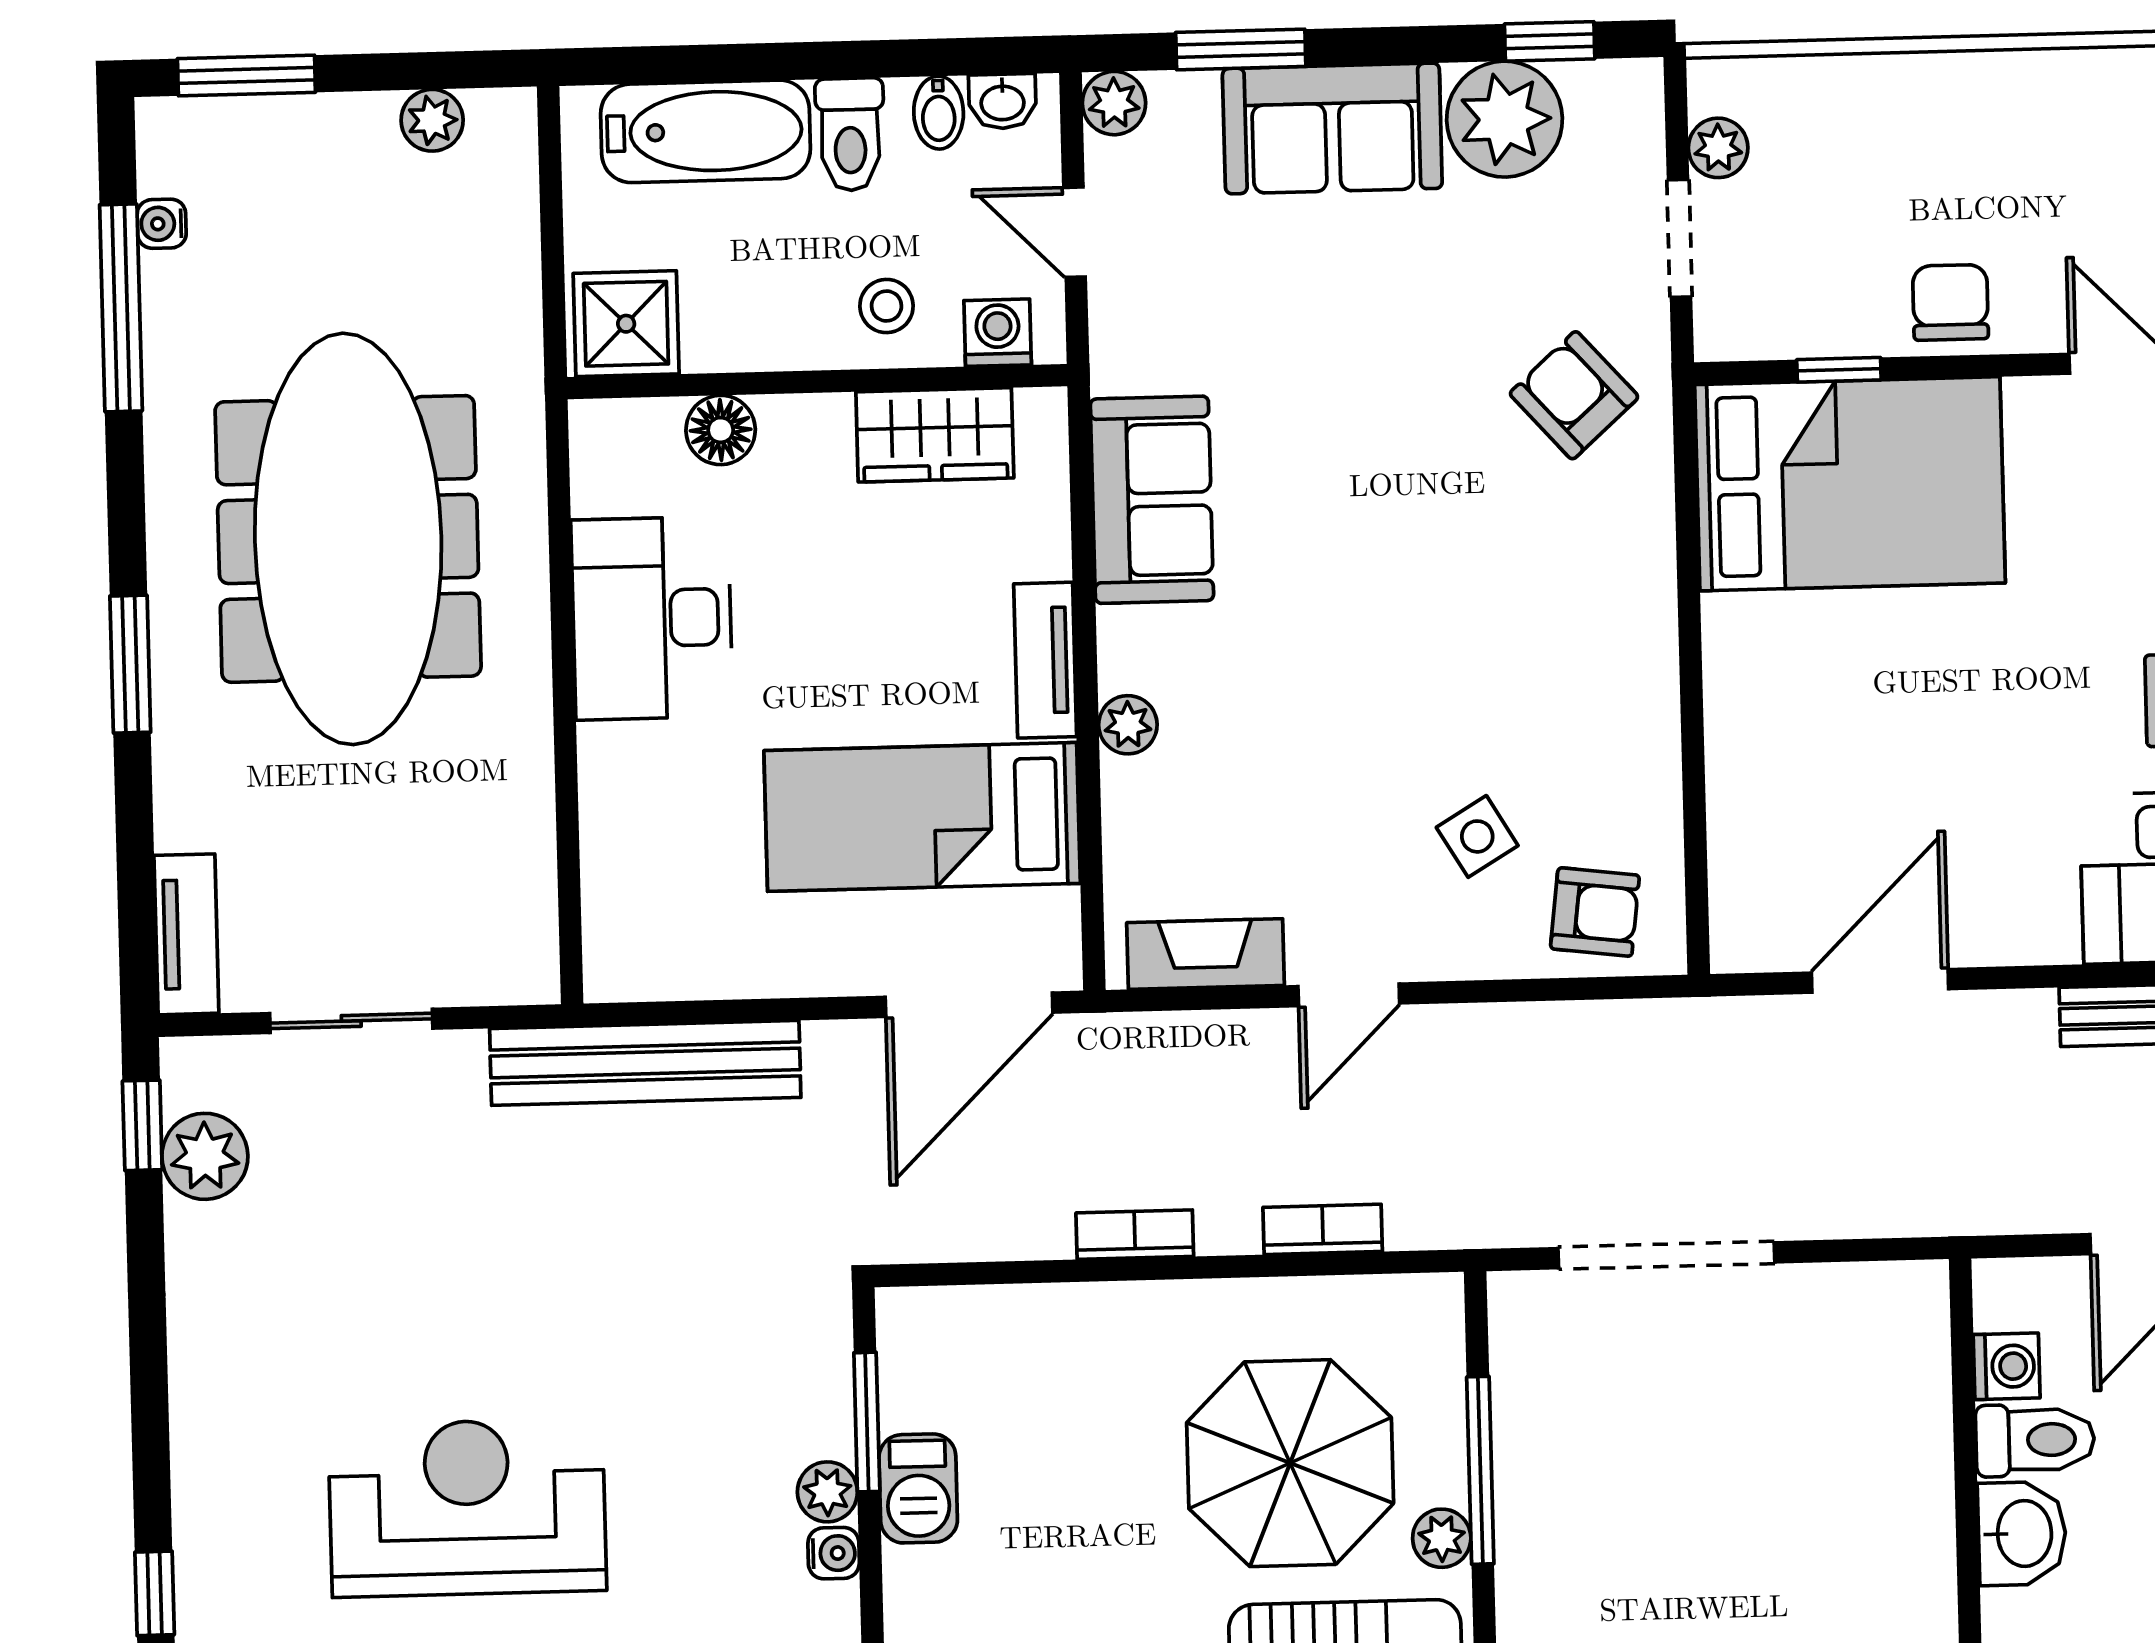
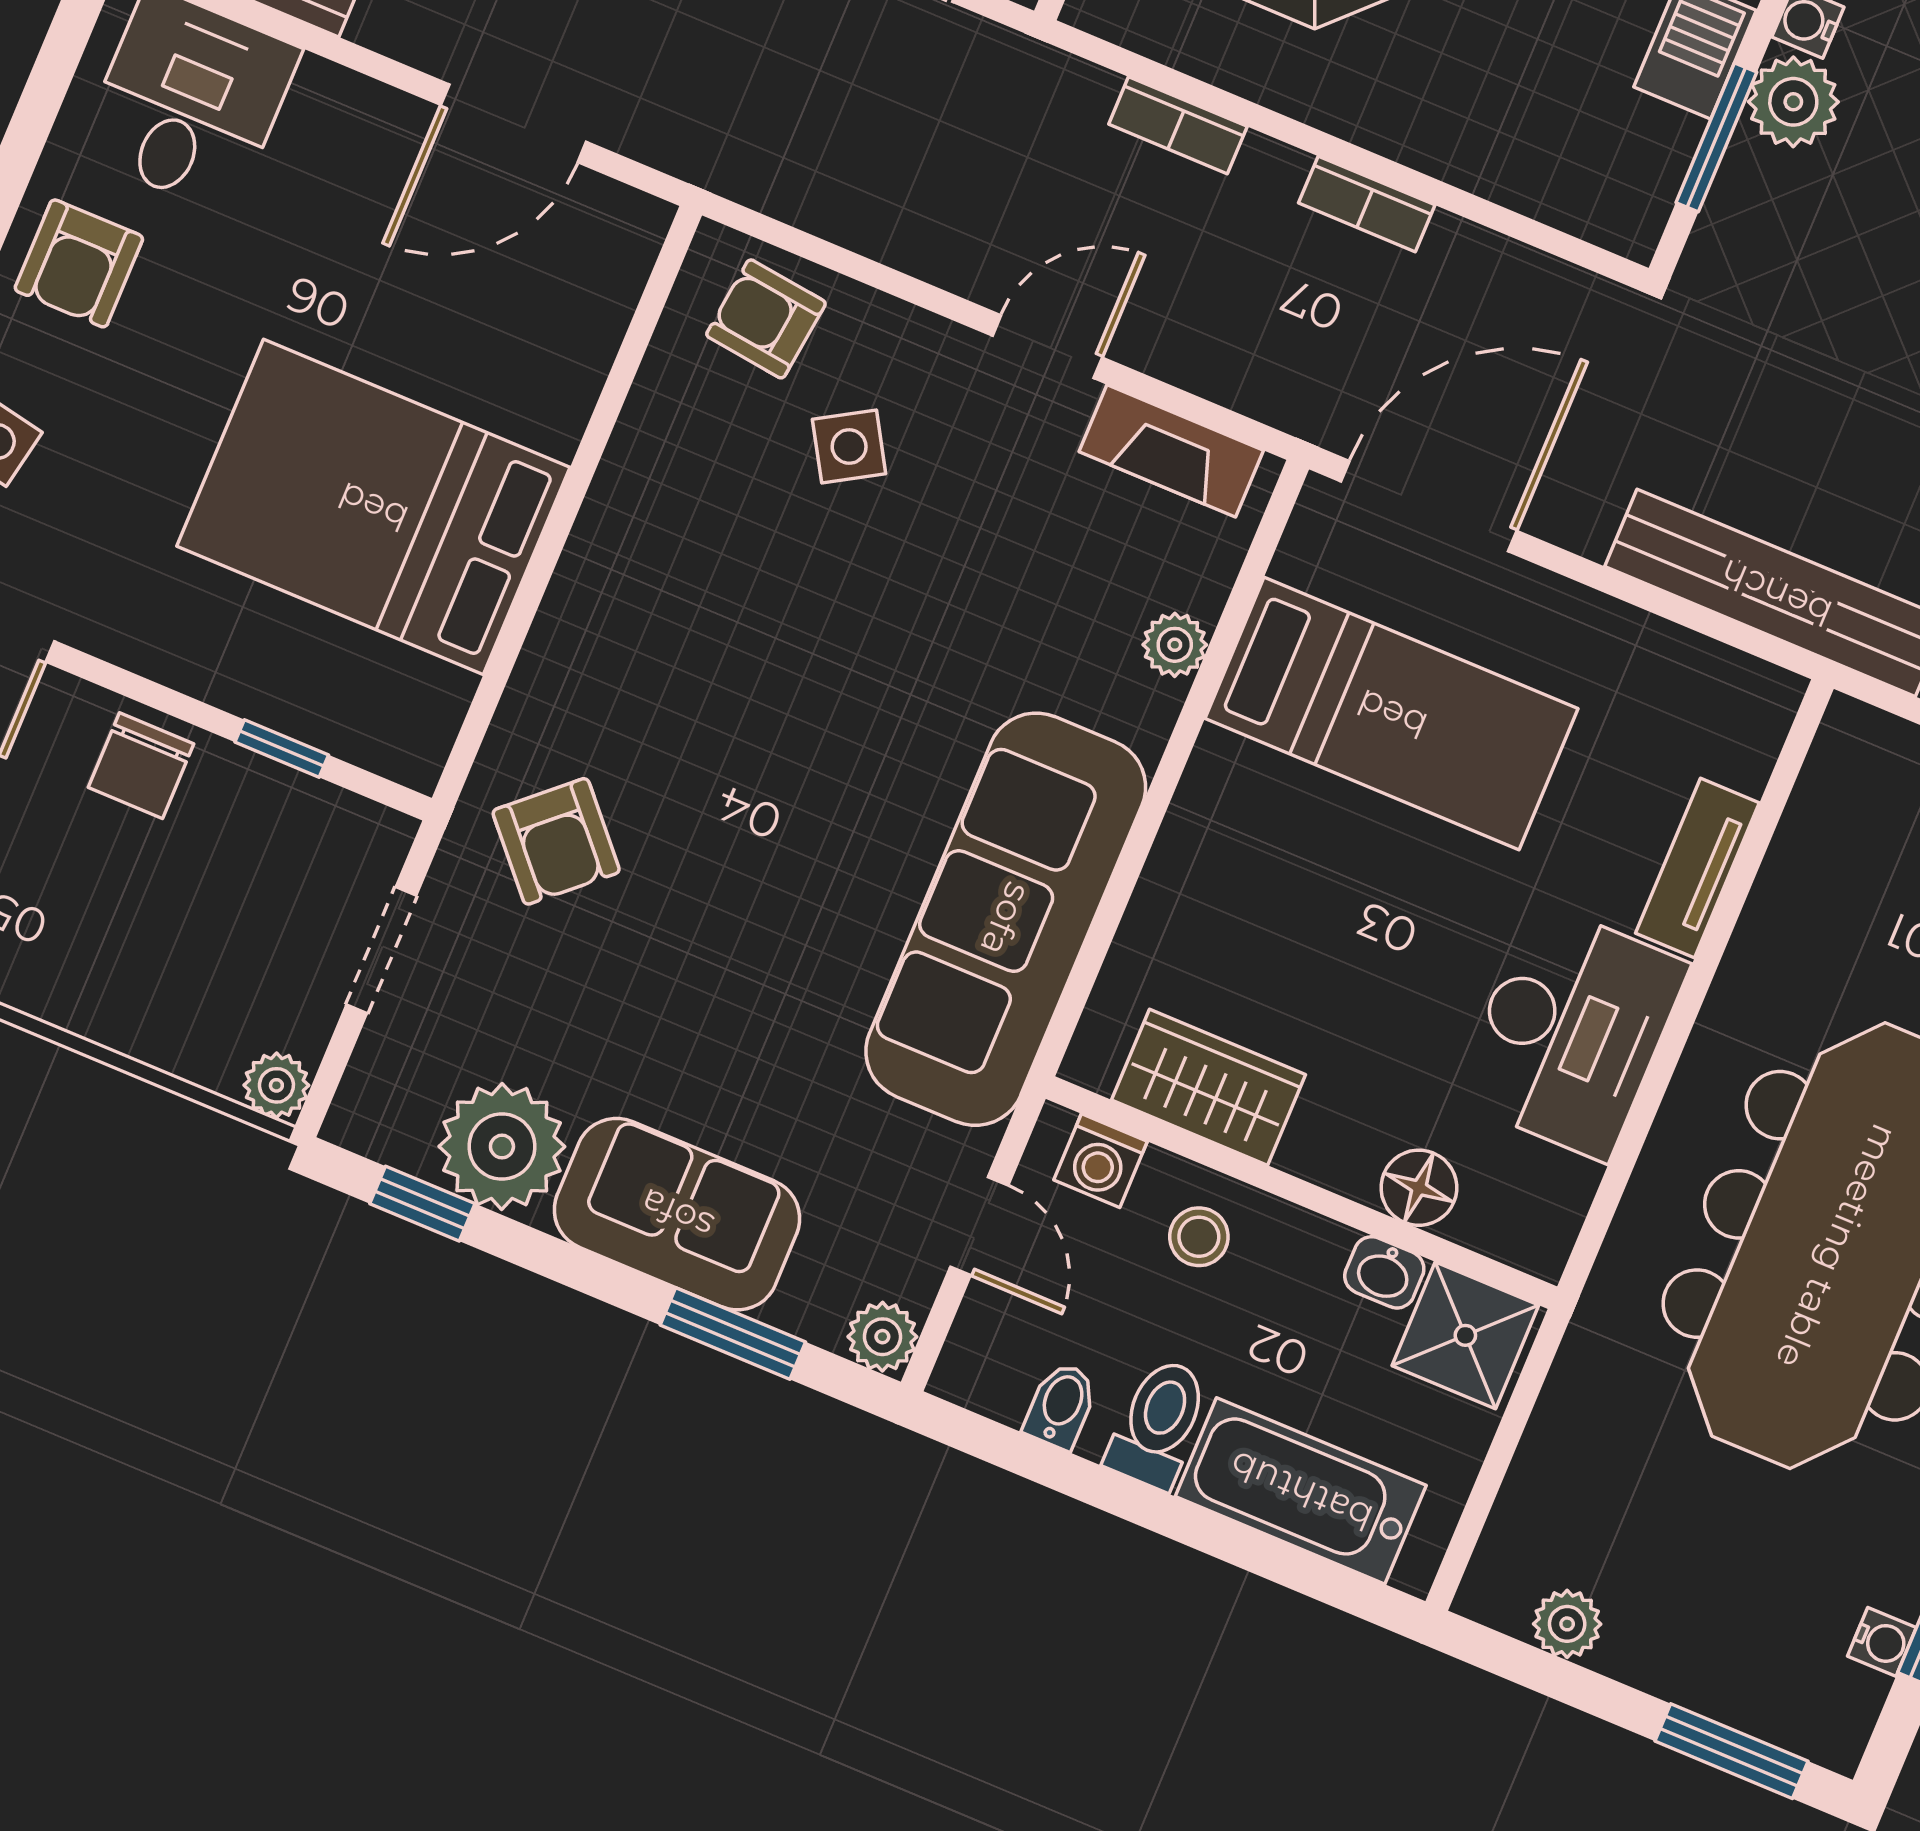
washbasin: (1003, 101) -> (1384, 1272), moved, turned 180
plant: (1718, 148) -> (276, 1085), moved
bed: (1850, 484) -> (373, 507), moved
sofa: (1152, 500) -> (1006, 919), width x1.85, depth x1.27
tv unit: (1045, 660) -> (1697, 868), moved, turned 180
plant: (1128, 725) -> (1175, 645), moved
plant: (827, 1492) -> (1793, 102), width x1.38, depth x1.38

